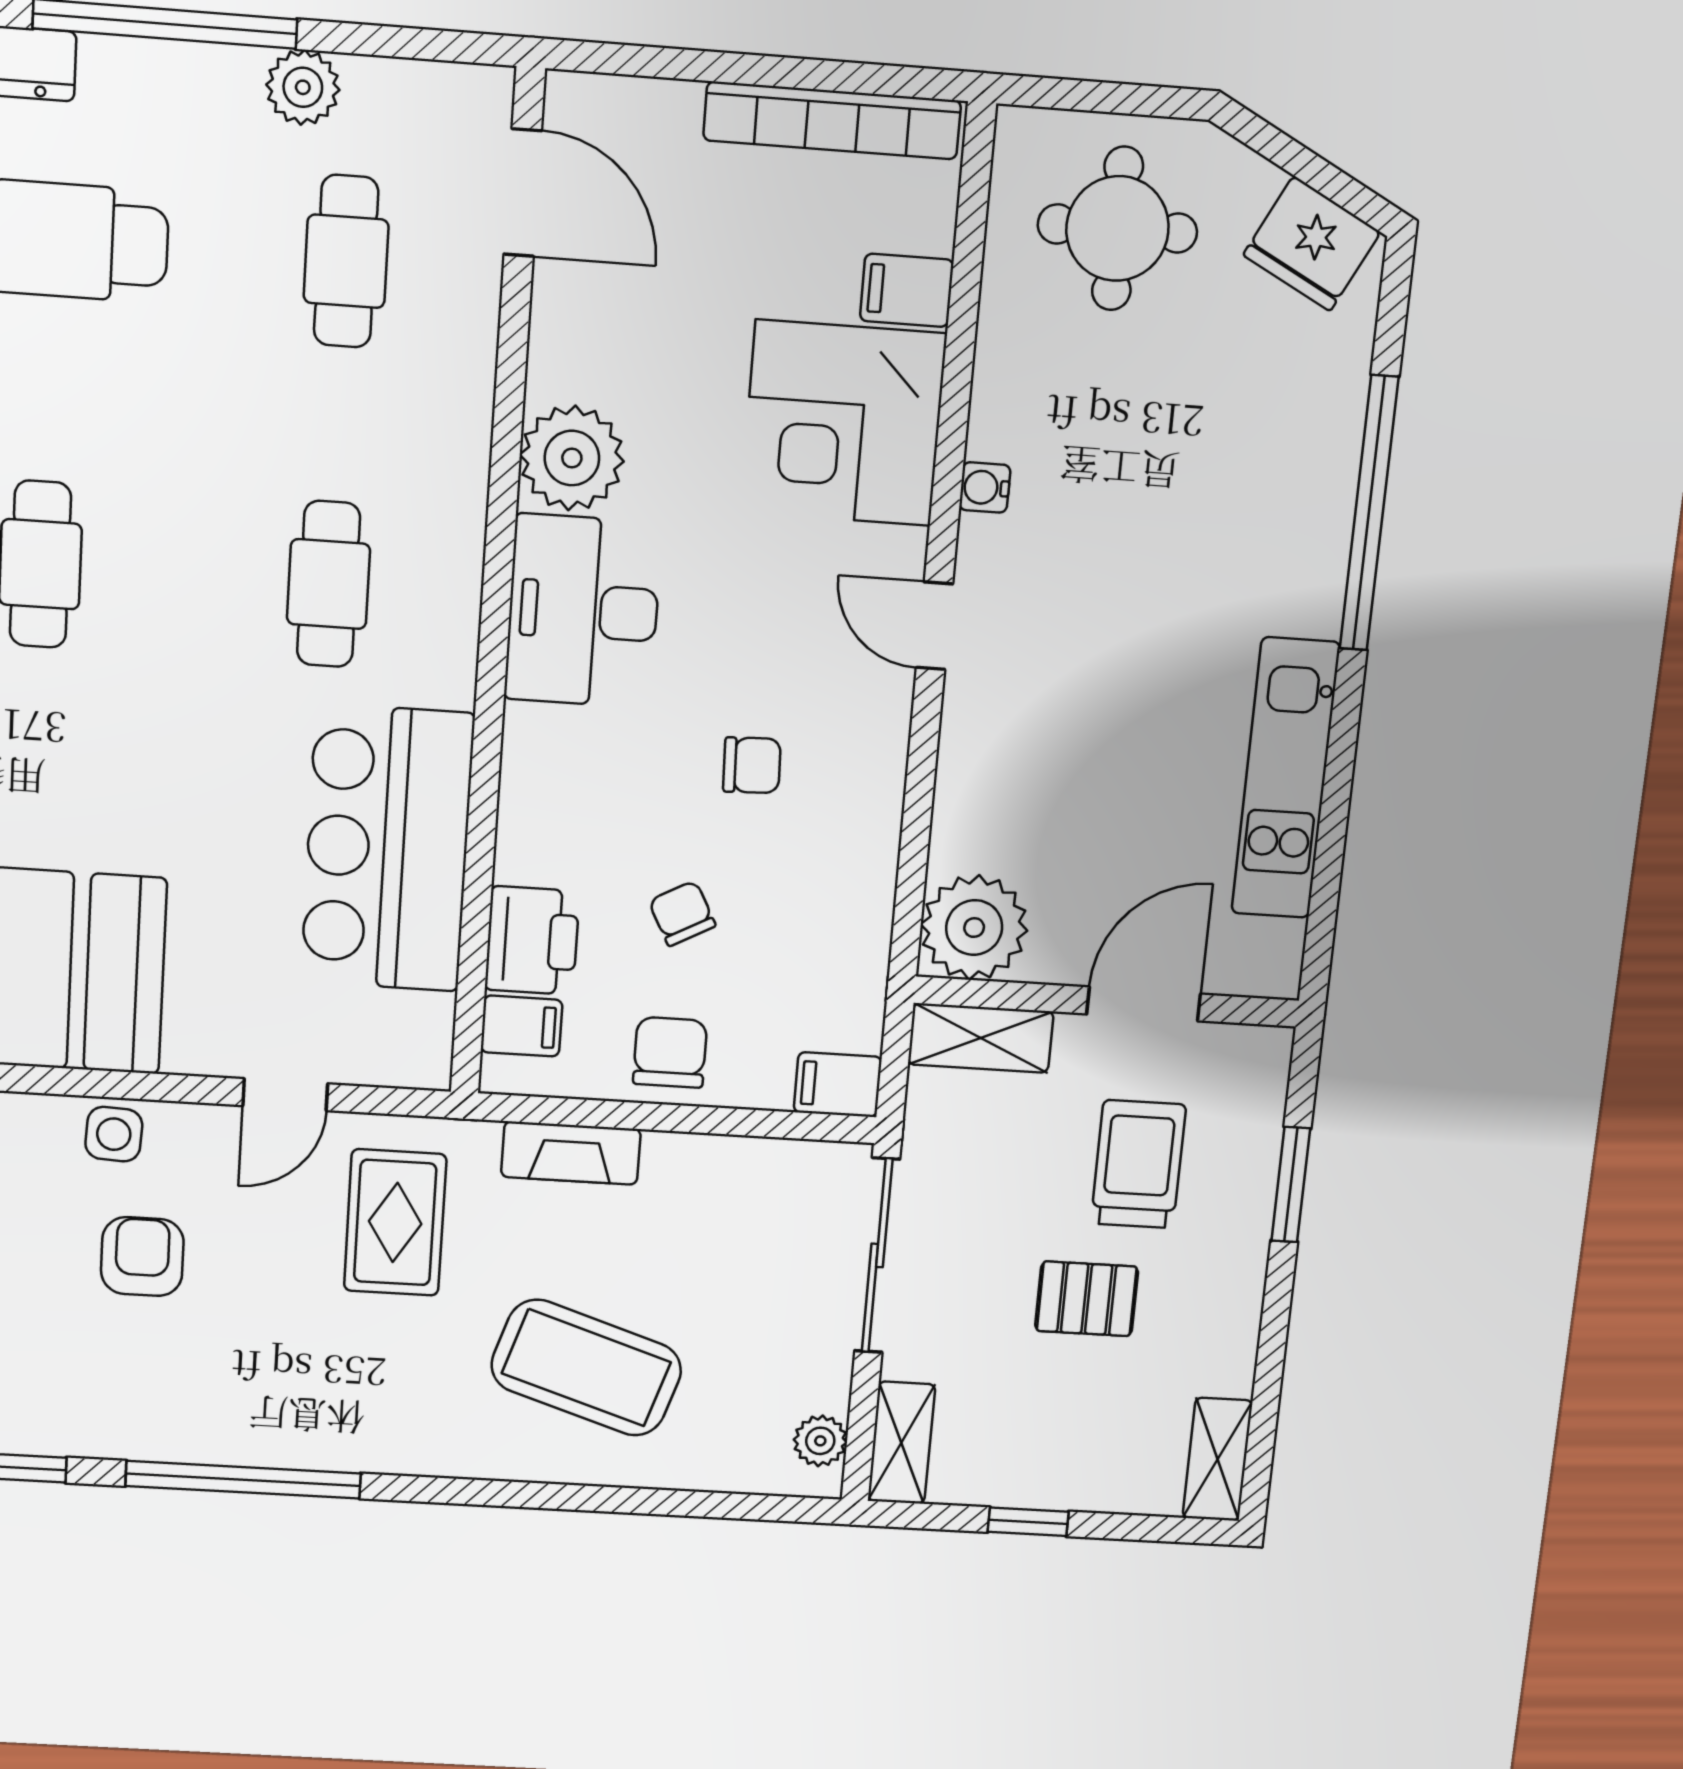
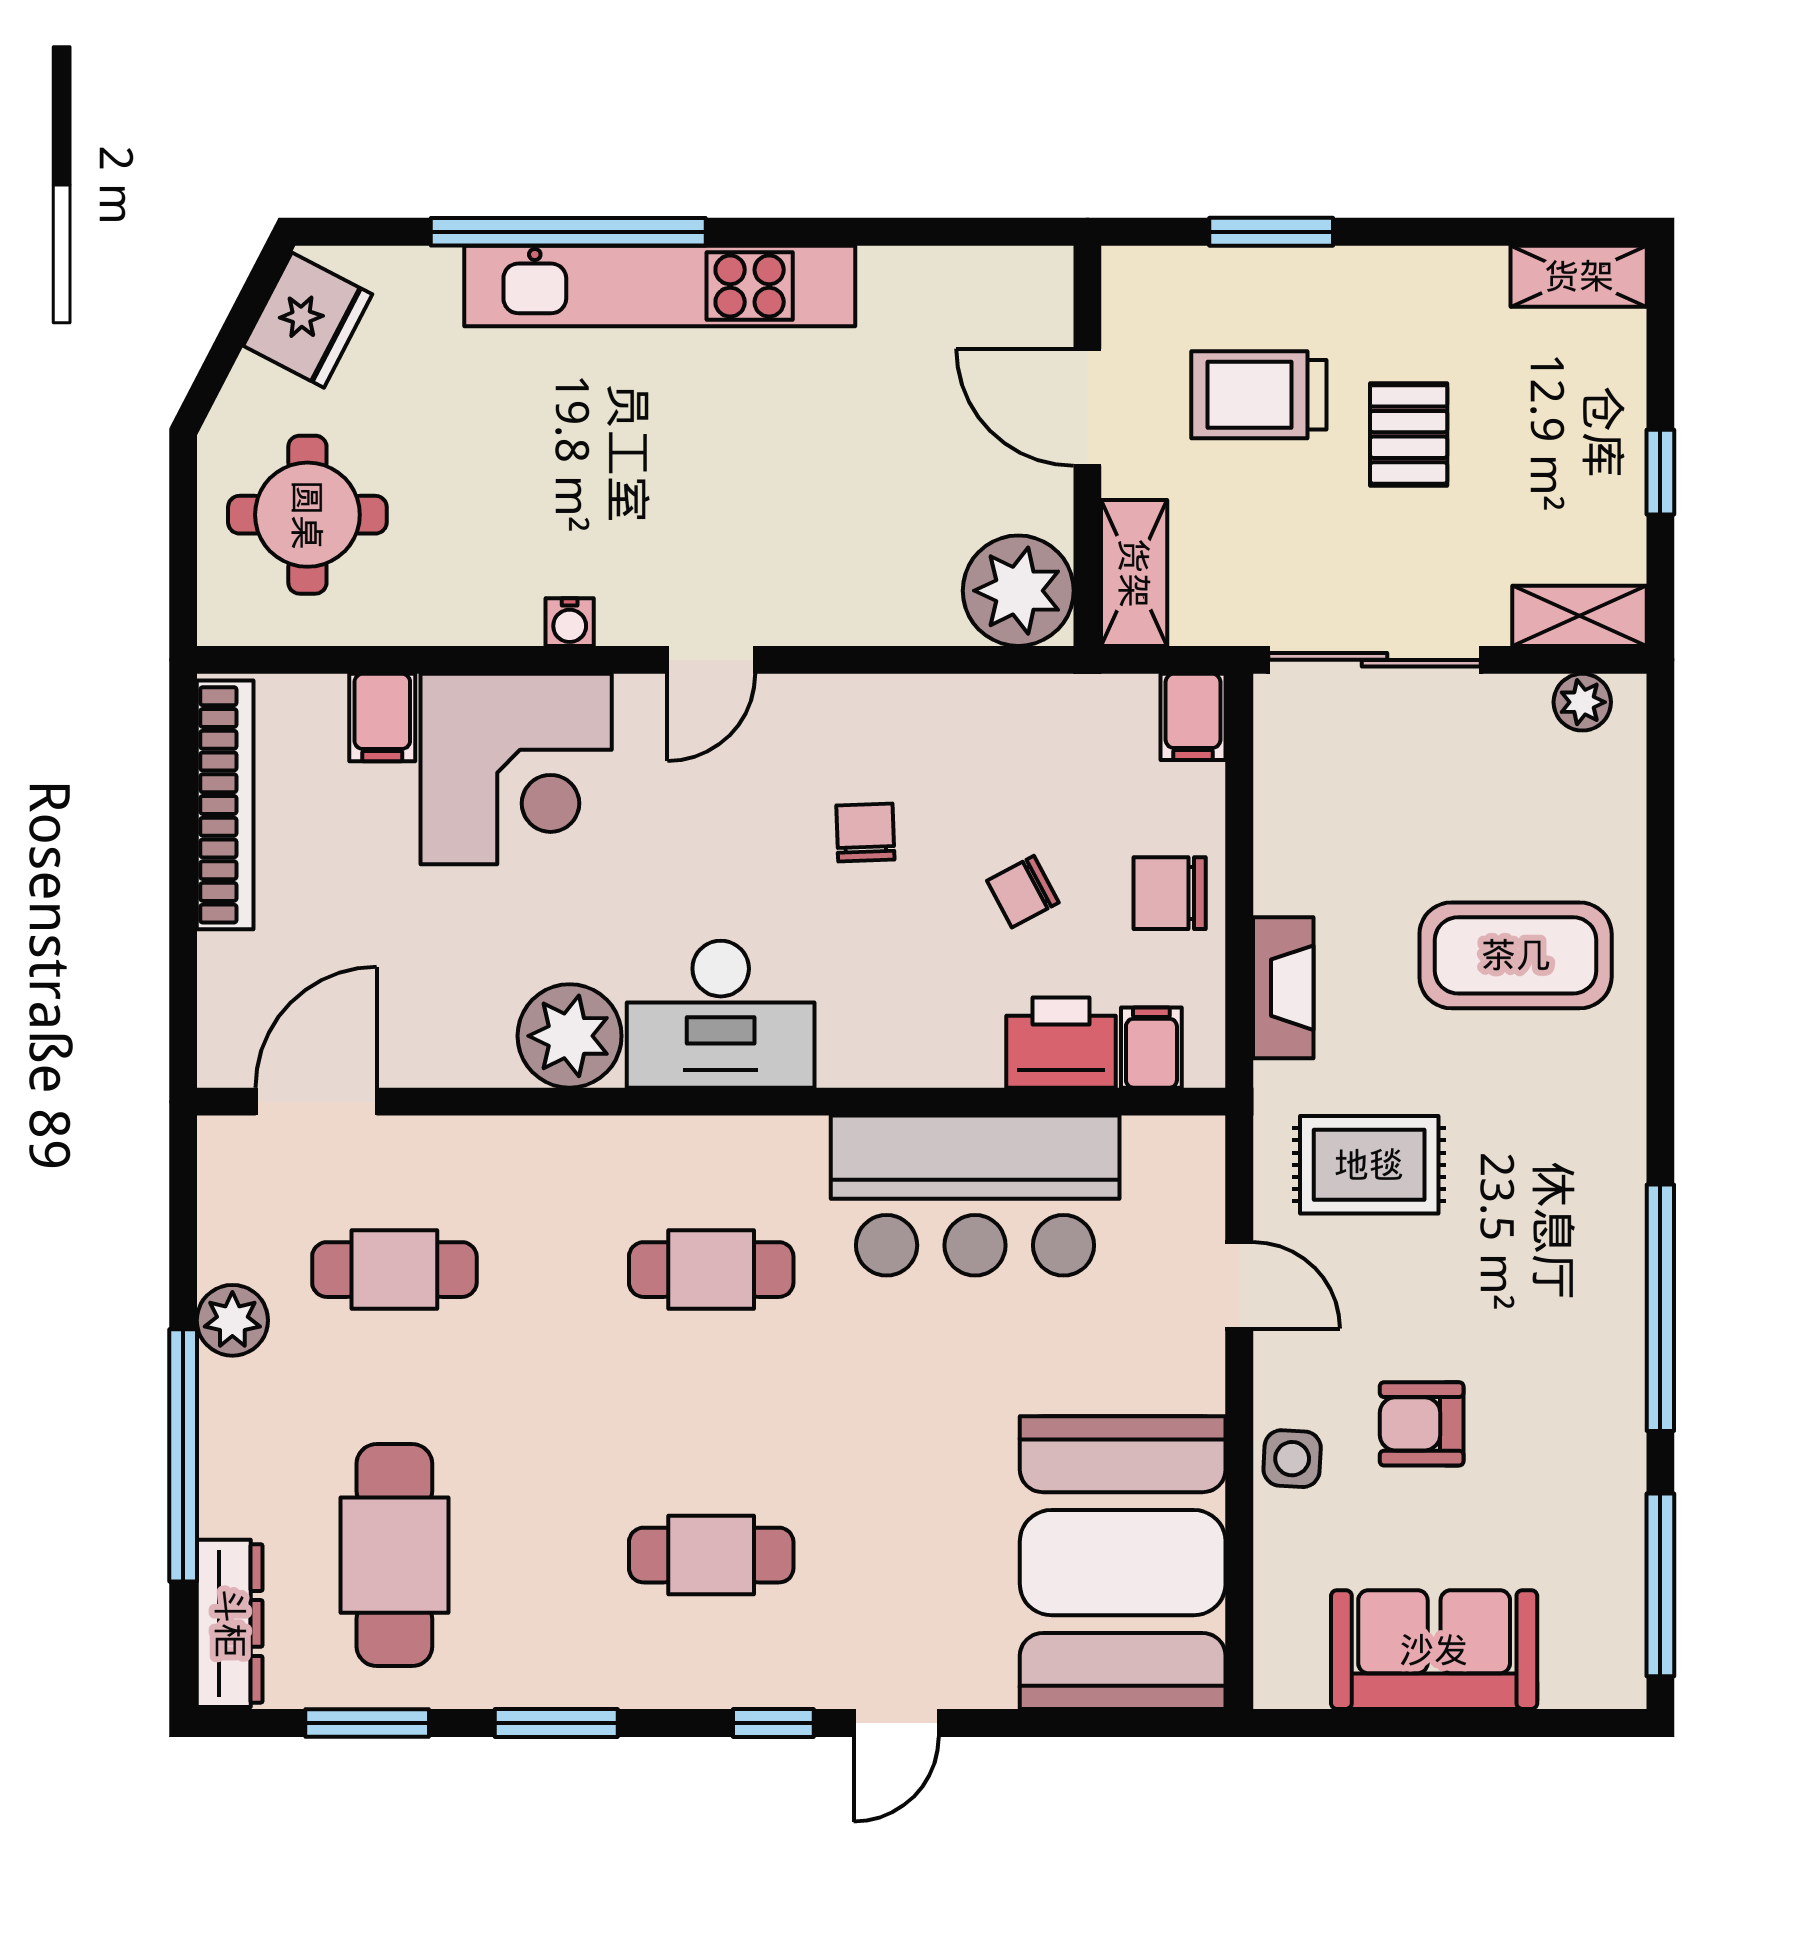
kitchen unit: (1286, 778) -> (660, 286), moved, width x1.36
coffee table: (586, 1368) -> (1516, 955), turned 72

